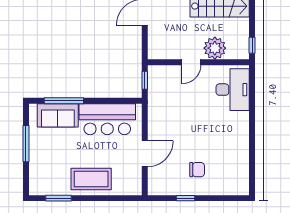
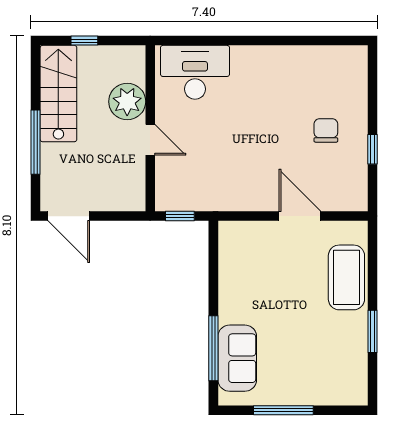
window: (252, 45) -> (84, 41), moved
bar counter: (107, 119) -> (244, 277), removed
coffee table: (91, 179) -> (346, 277), moved
window: (58, 198) -> (372, 331), moved

